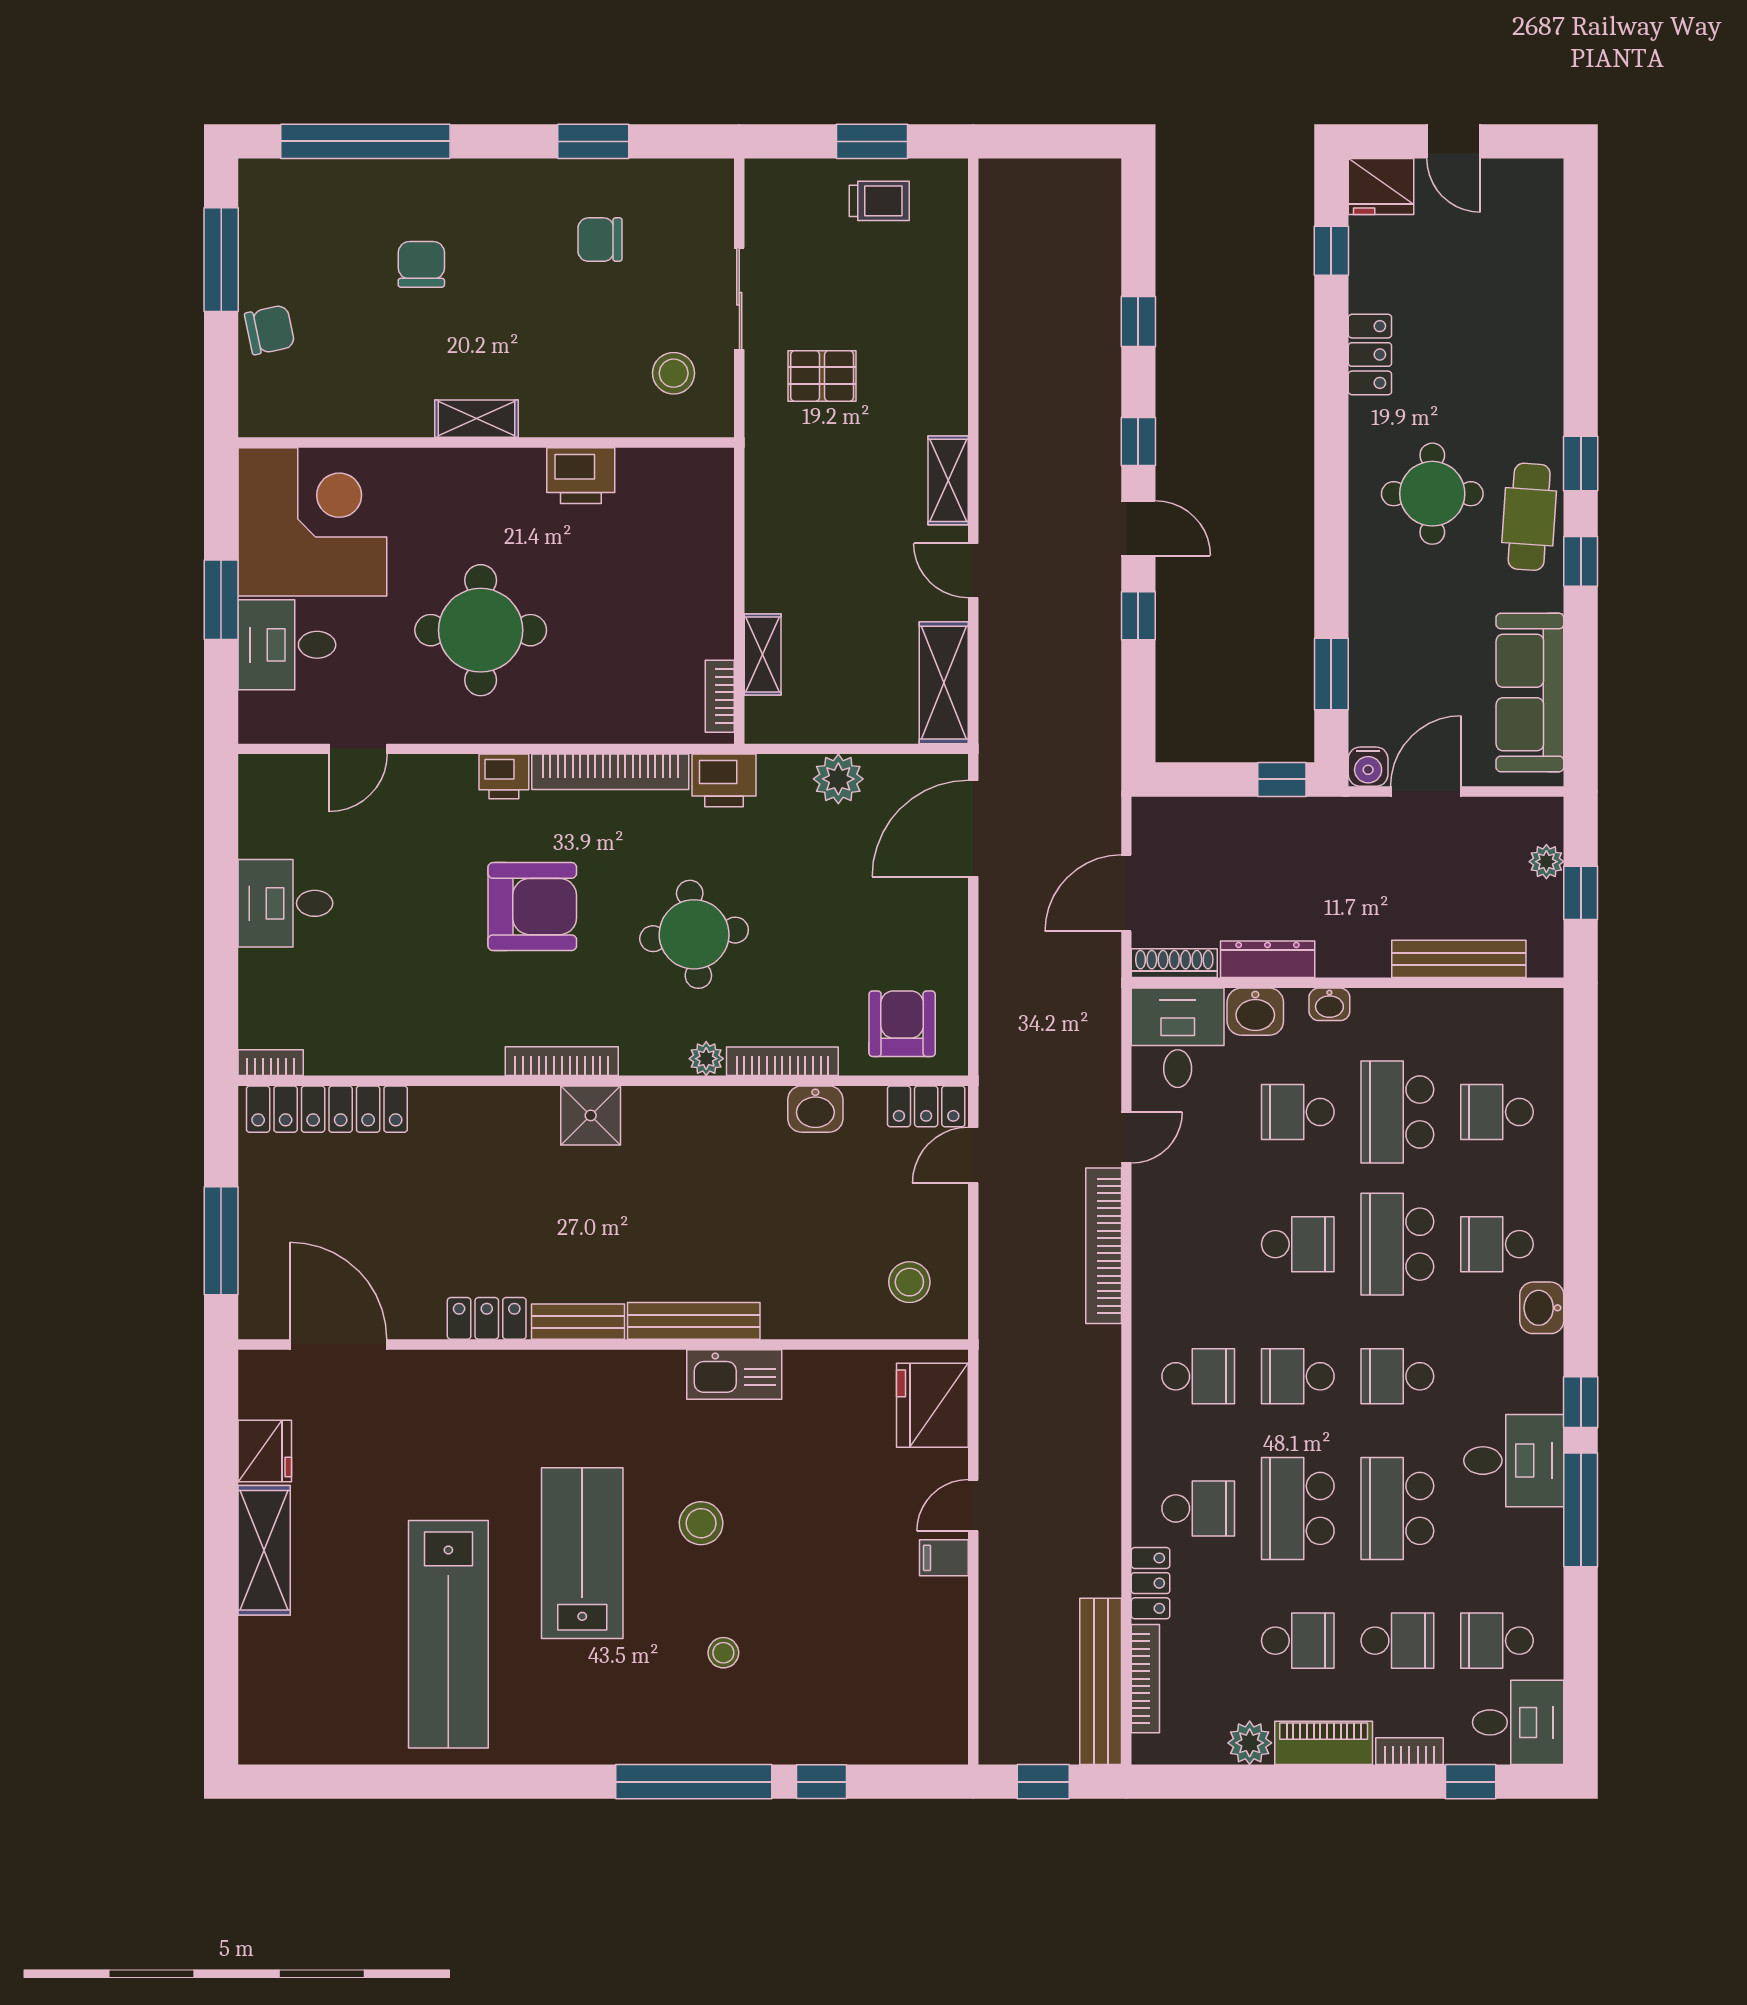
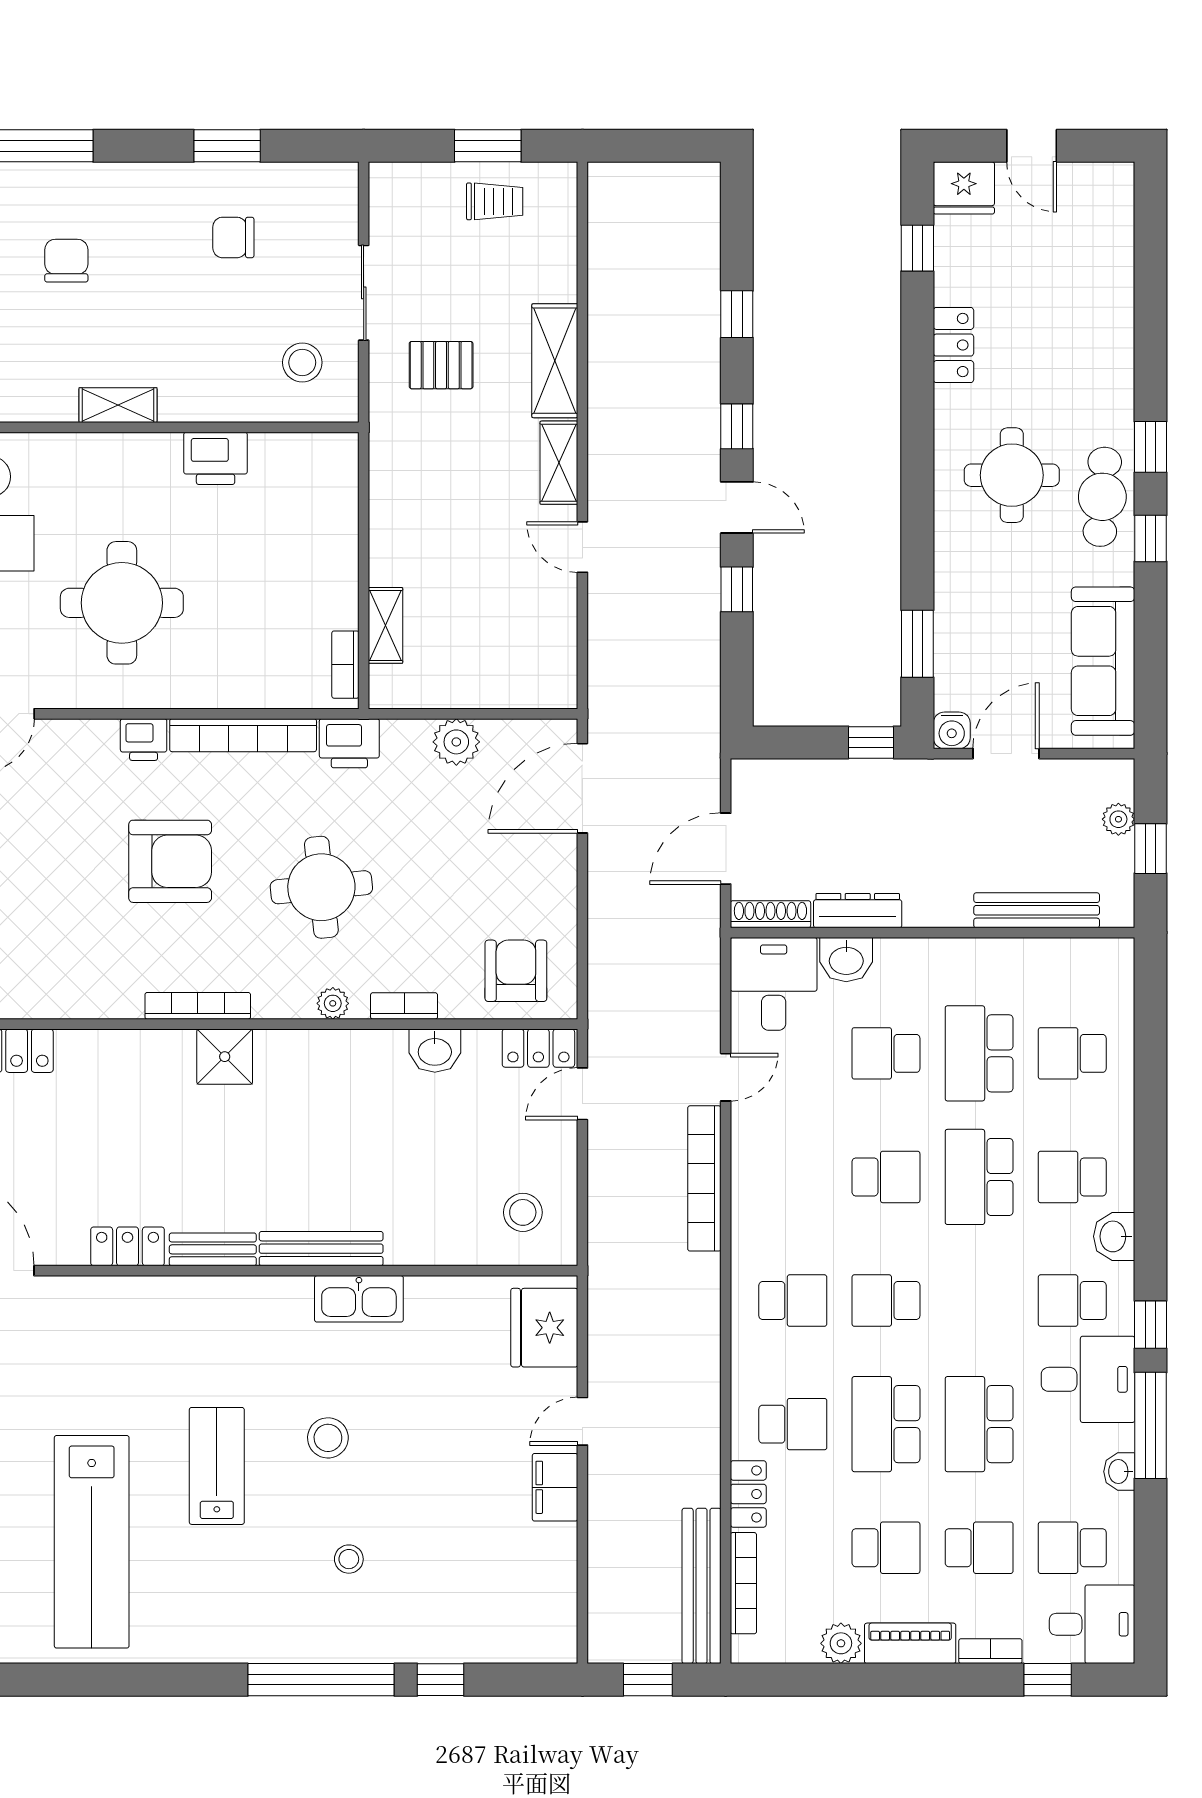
shelving: (944, 683) -> (555, 361), moved
washbasin: (1329, 1004) -> (1119, 1472), moved, turned 90
bookcase: (782, 1061) -> (404, 1006), width x0.64
school desk: (1397, 1376) -> (1072, 1301), moved
lab bench: (582, 1553) -> (217, 1466), width x0.73, depth x0.72
filing cabinet: (944, 1558) -> (555, 1487), width x2.00

